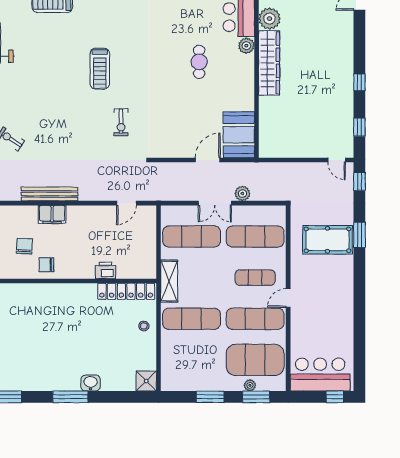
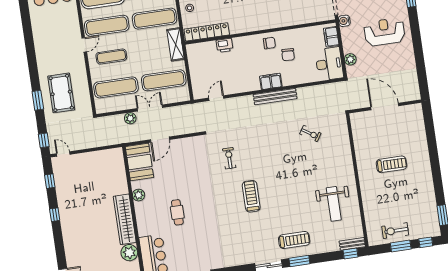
plant: (246, 46) -> (139, 195), moved
pool table: (328, 240) -> (61, 93), turned 90

